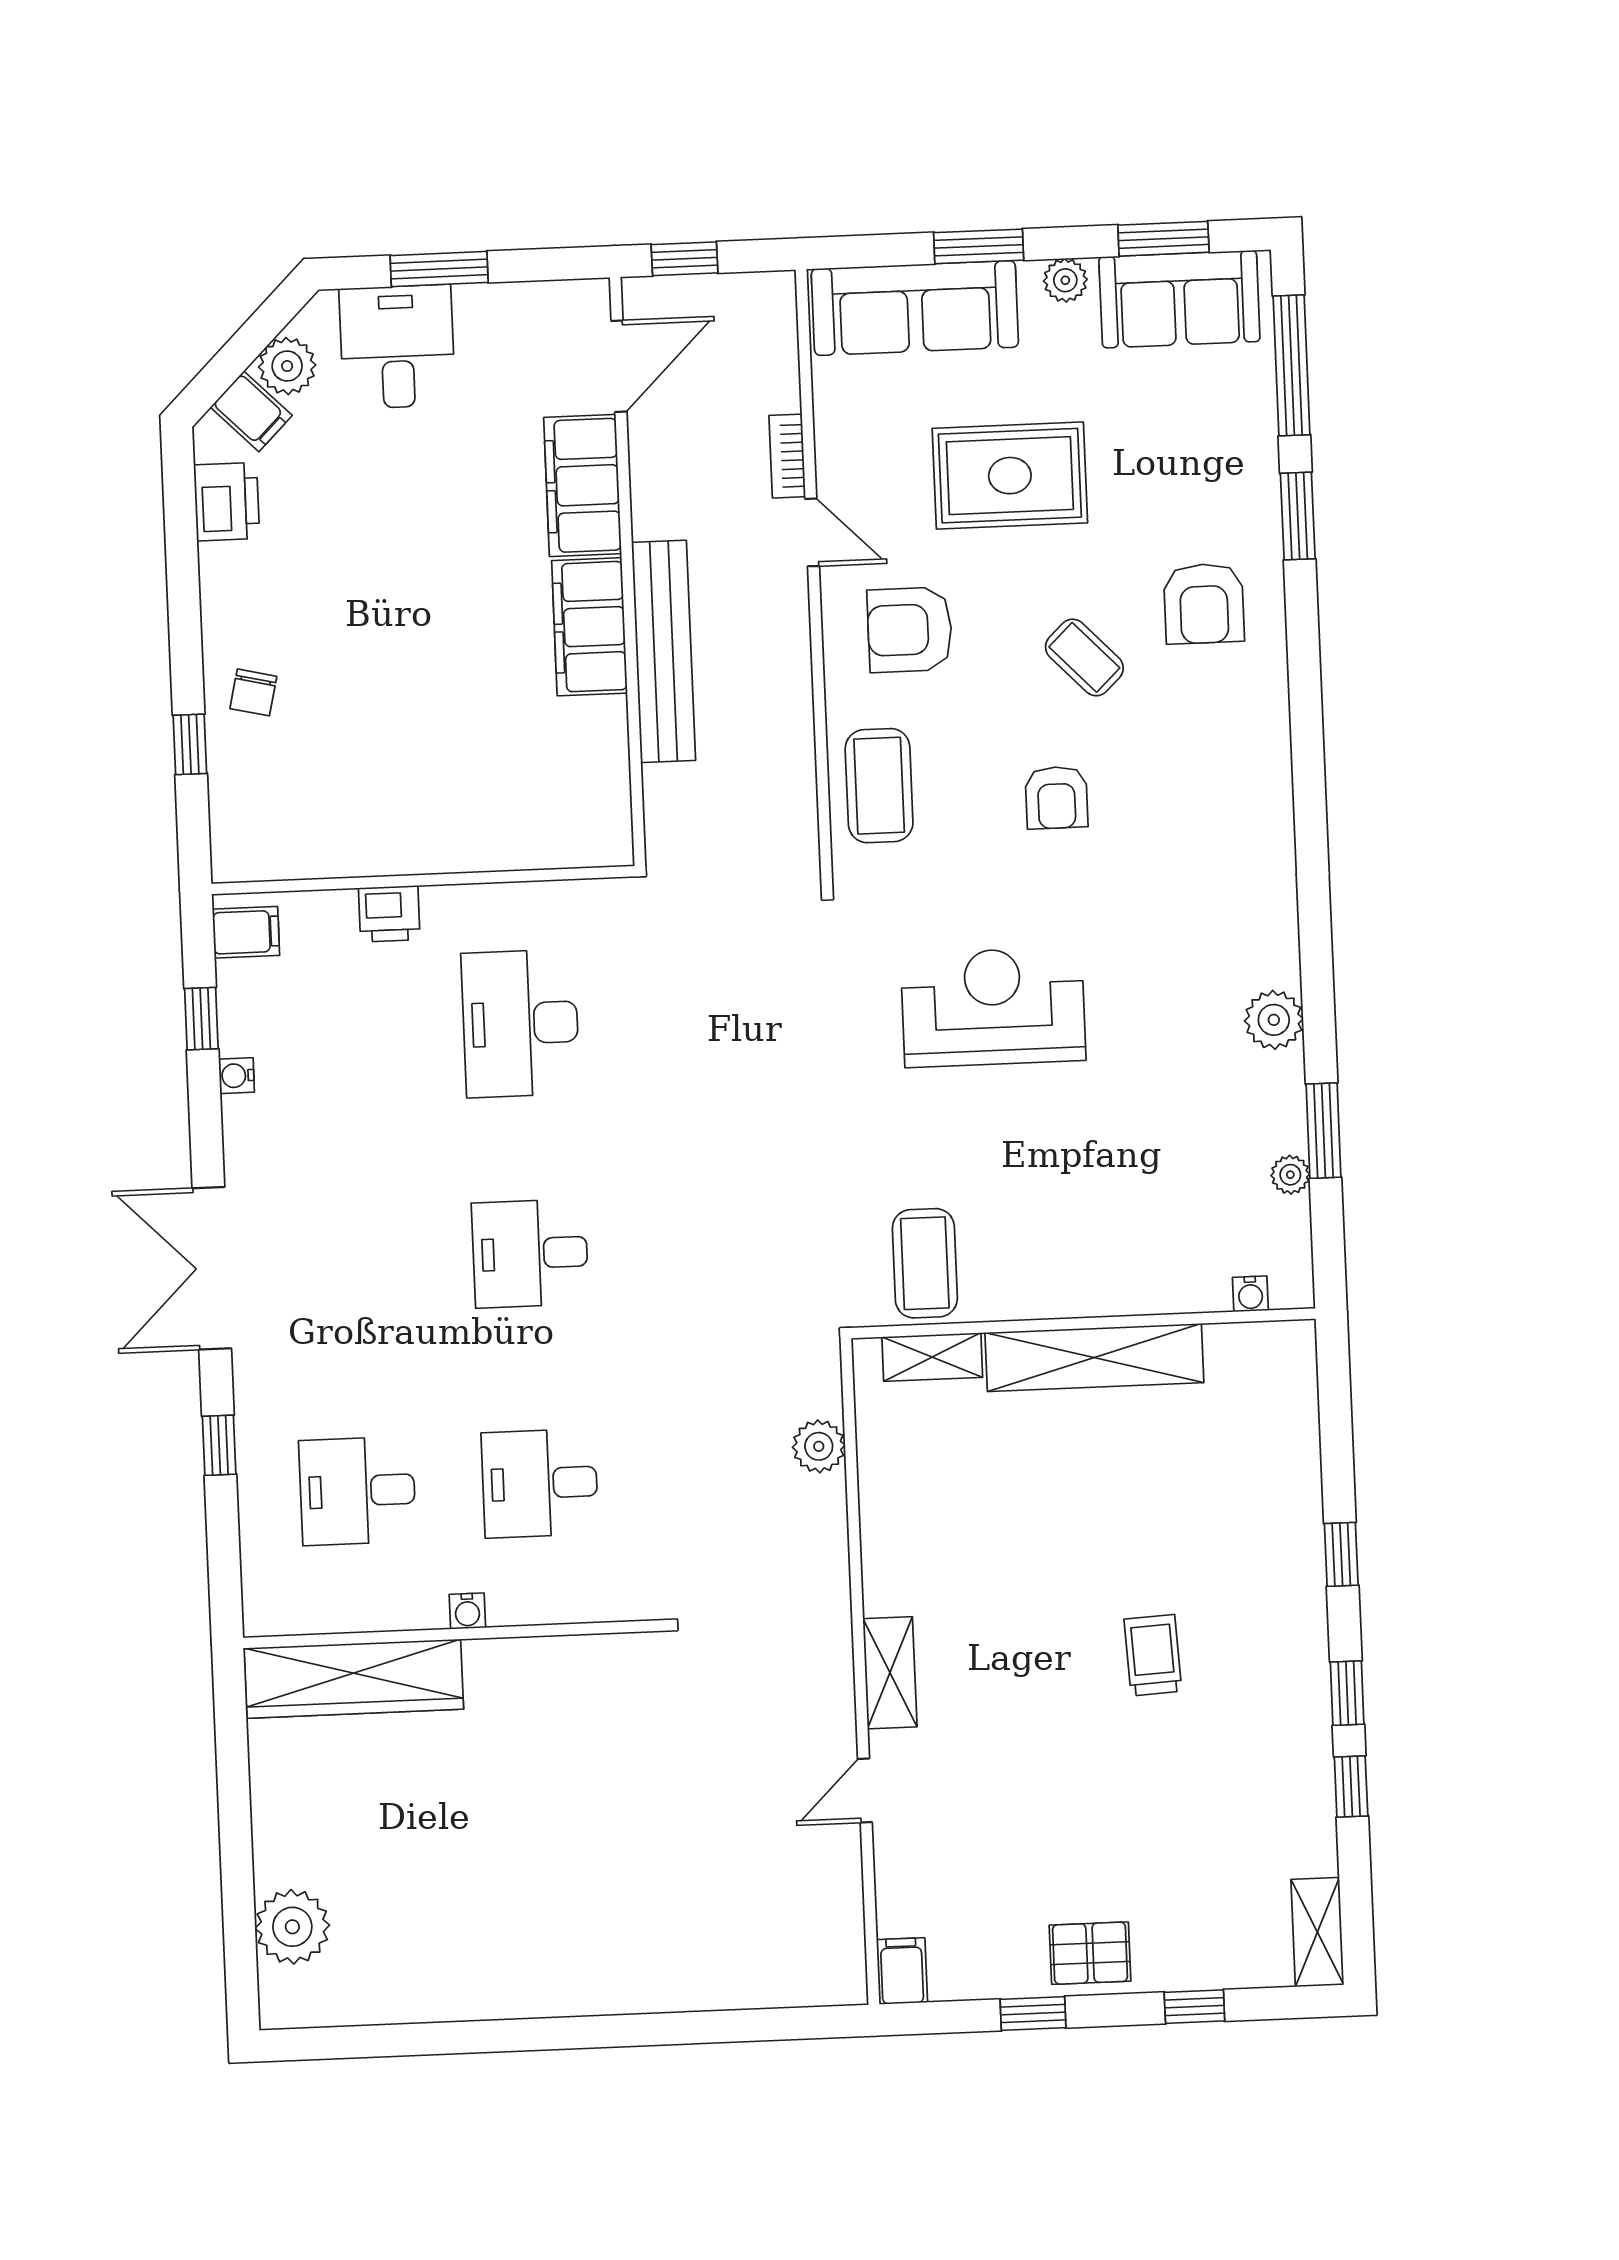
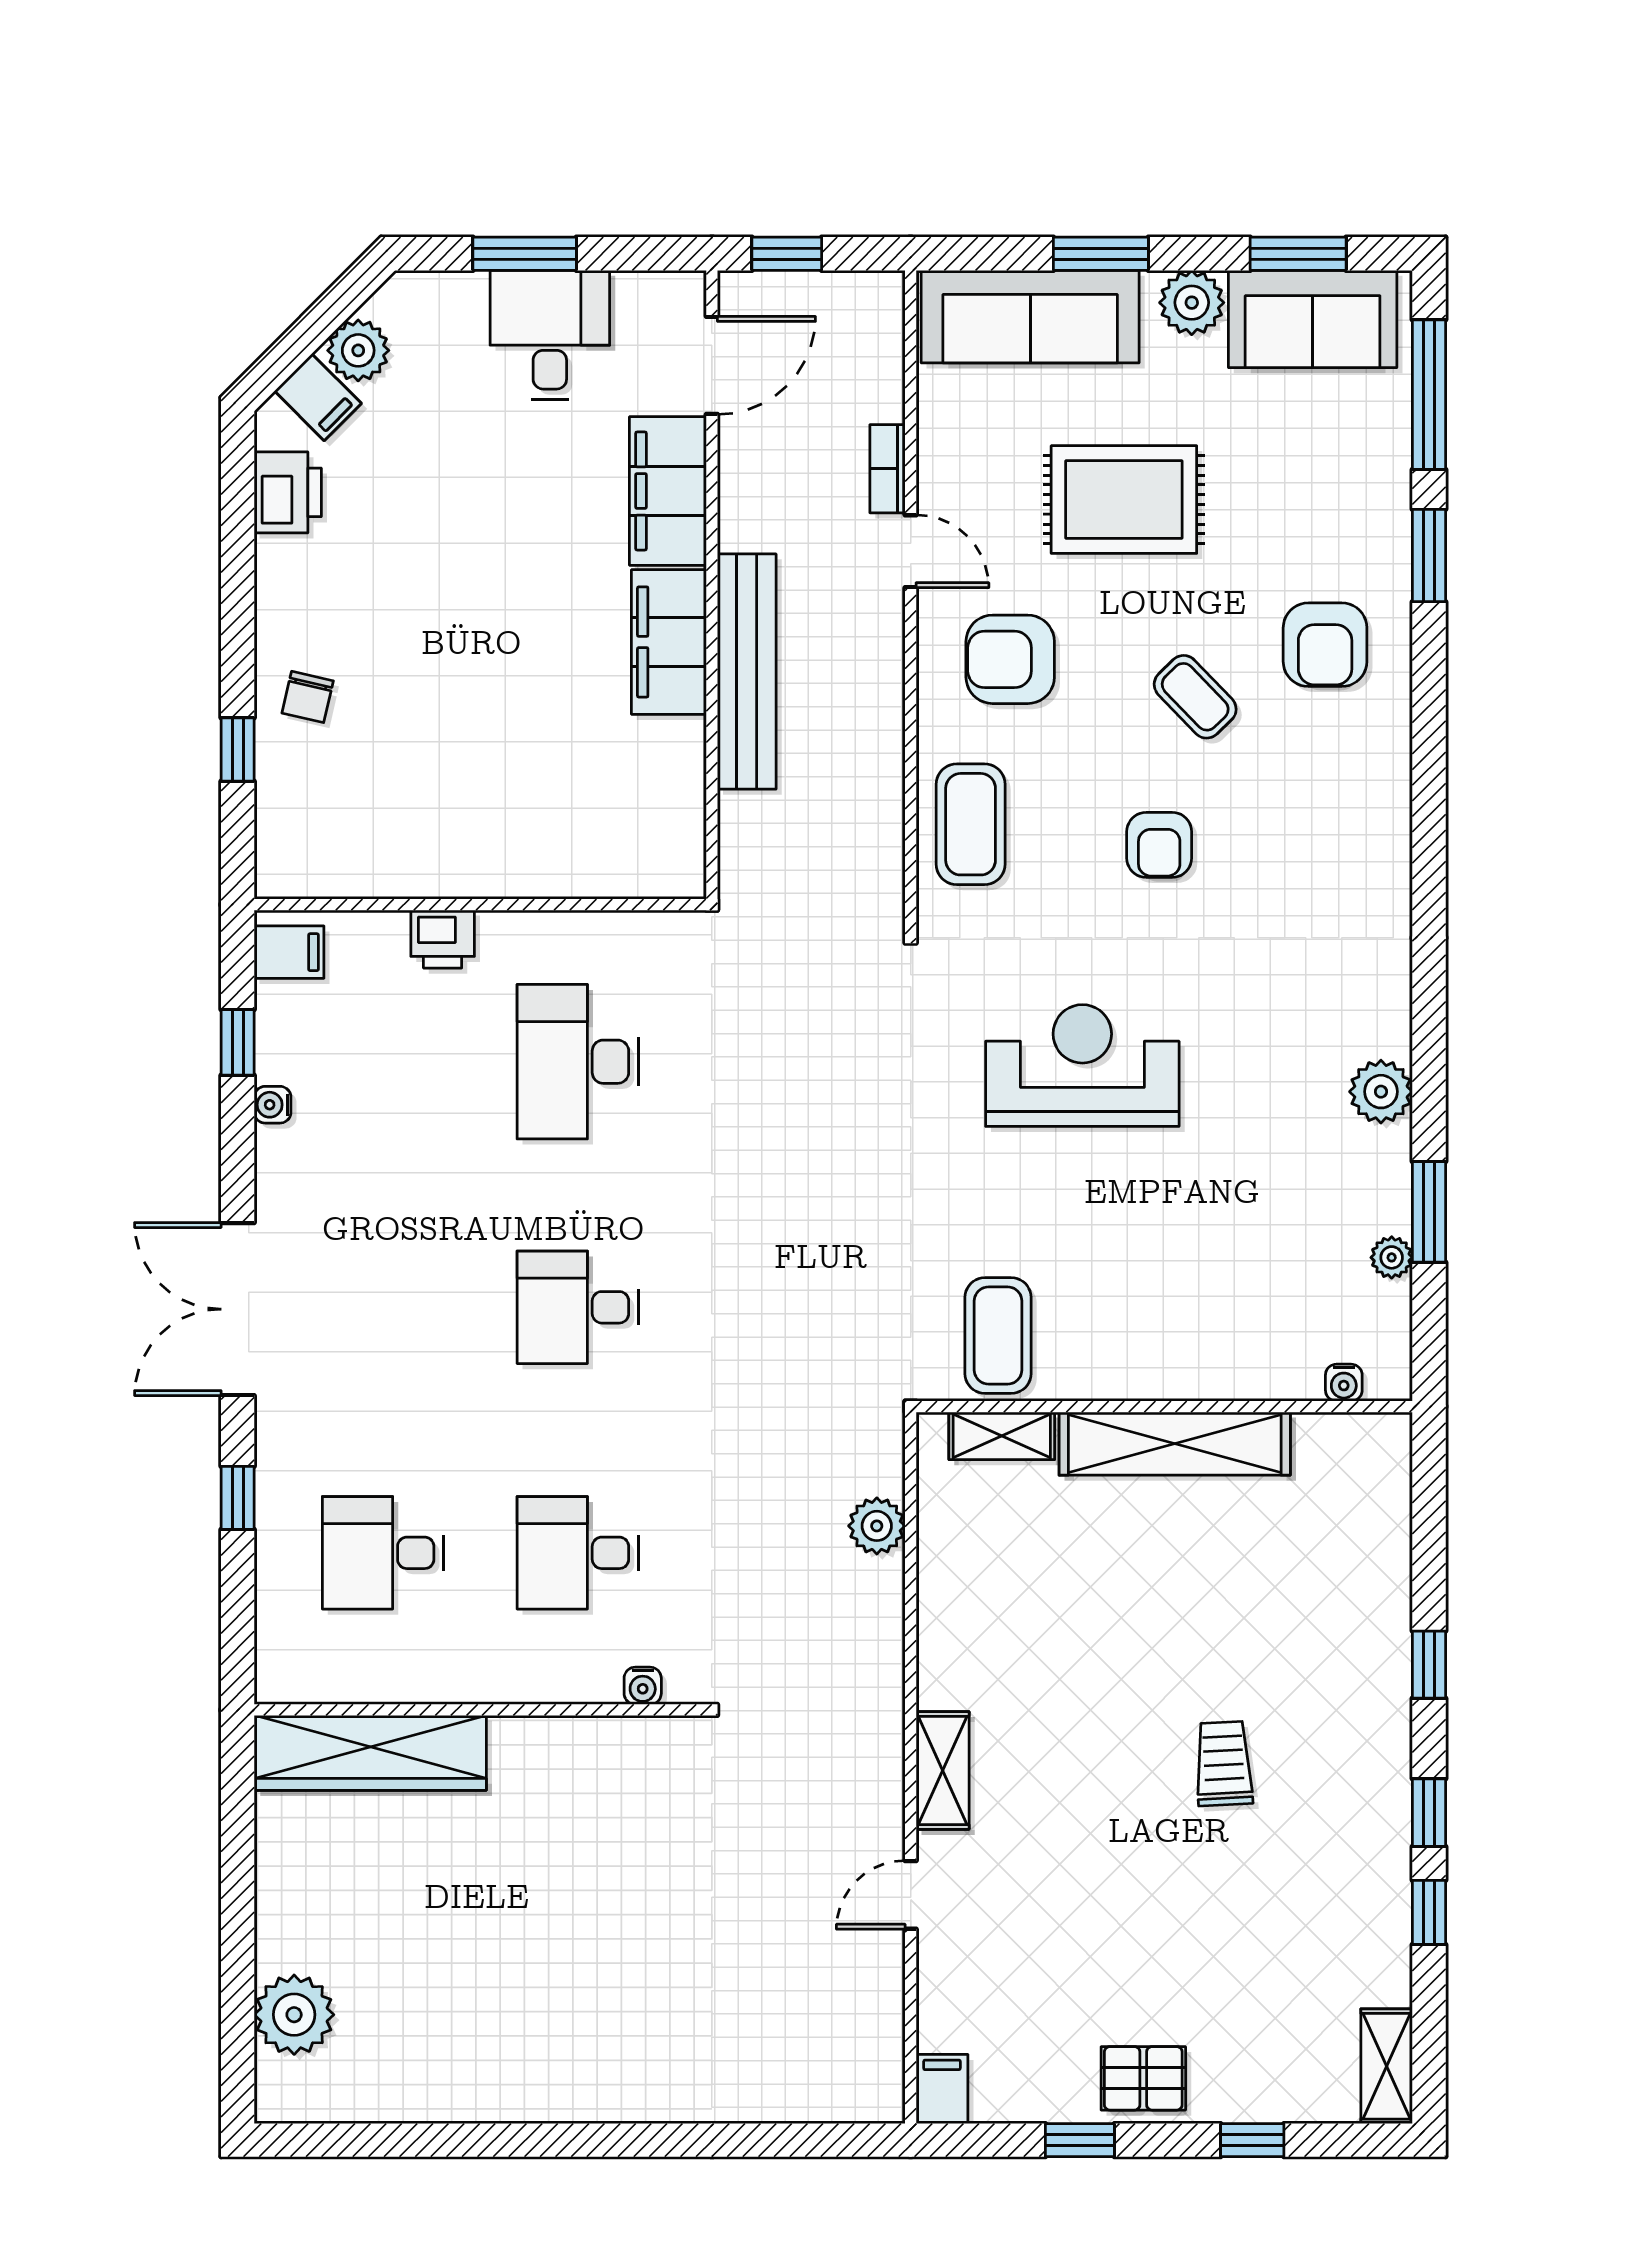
plant: (1065, 280) -> (1192, 303), width x1.38, depth x1.38
desk: (397, 347) -> (550, 335), moved
water cooler: (467, 1611) -> (643, 1686), moved

